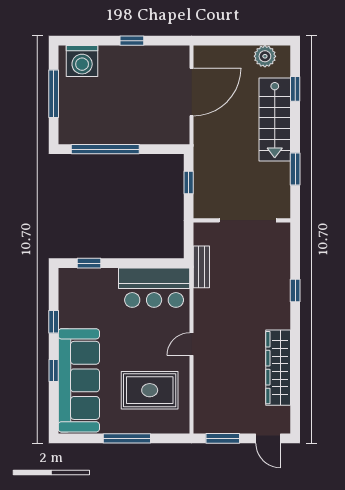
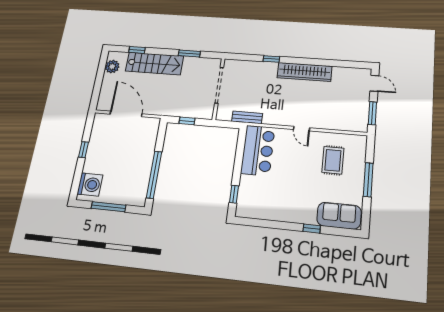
window: (54, 322) -> (274, 225), removed
wardrobe: (278, 368) -> (304, 72), moved
sofa: (79, 380) -> (339, 216), width x0.54, depth x0.79
rug: (150, 390) -> (333, 160), width x0.73, depth x0.70
door: (268, 438) -> (374, 83), hinge flipped

